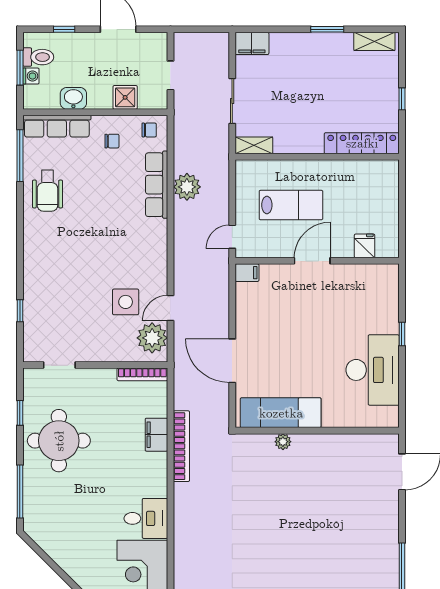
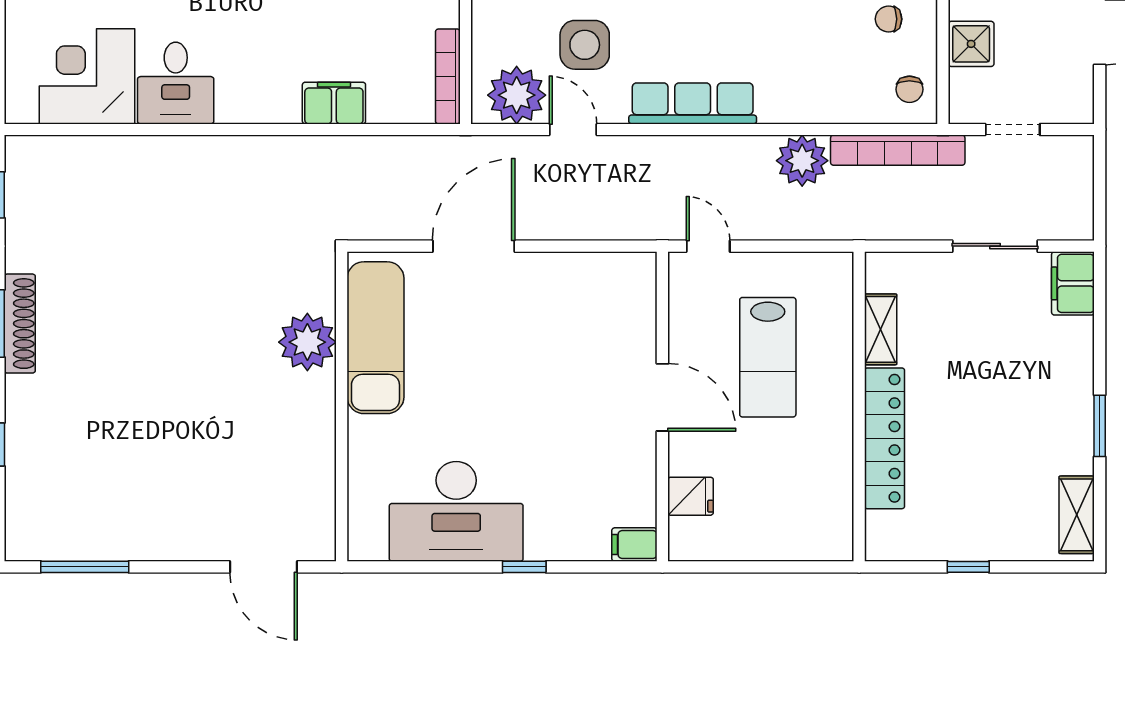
sliding door: (232, 101) -> (995, 246), moved
chair: (112, 141) -> (889, 19), turned 90
locker: (362, 143) -> (885, 438), moved
shelving: (254, 145) -> (881, 329), moved
row of seats: (157, 185) -> (693, 103), moved
filing cabinet: (247, 273) -> (634, 545), moved, turned 90
plant: (283, 442) -> (307, 342), width x1.87, depth x1.87
bookcase: (181, 446) -> (898, 150), moved

